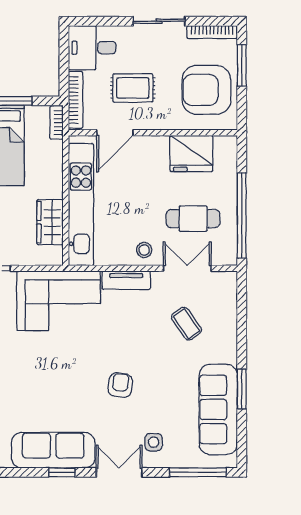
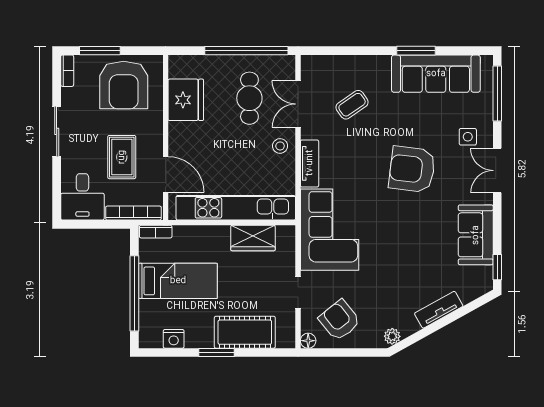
bookcase: (212, 32) -> (67, 71), width x0.64
armchair: (120, 385) -> (412, 169), width x1.88, depth x1.88
sofa: (53, 450) -> (476, 235), width x0.73
window: (62, 472) -> (497, 267), moved

